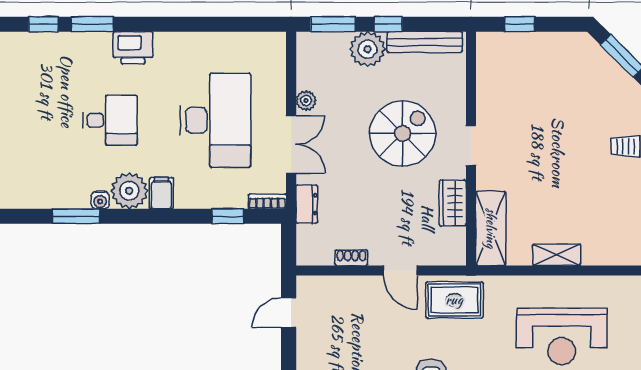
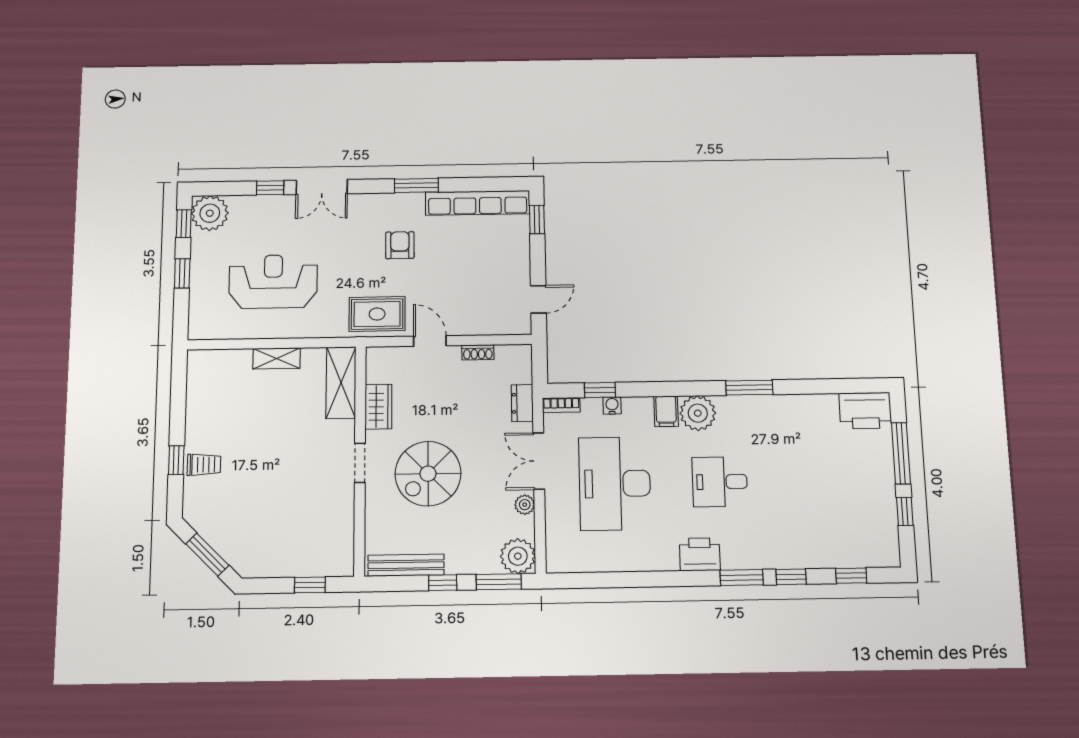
plant: (368, 49) -> (518, 556), moved
water cooler: (100, 200) -> (612, 406), moved

